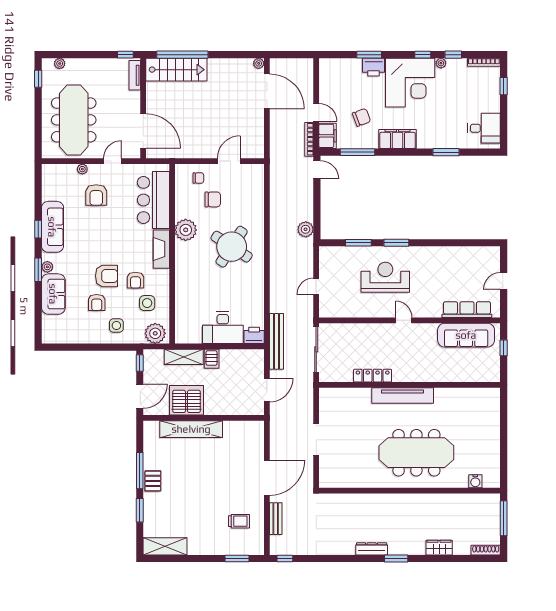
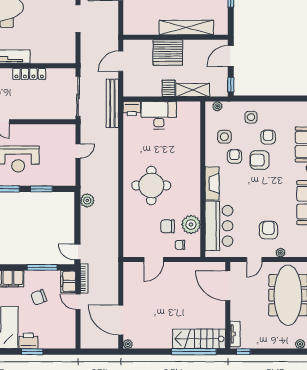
plant: (186, 230) -> (191, 224), moved
round table: (232, 247) -> (151, 185), turned -33
plant: (155, 333) -> (217, 106), width x0.53, depth x0.53
server rack: (186, 400) -> (168, 52), moved

